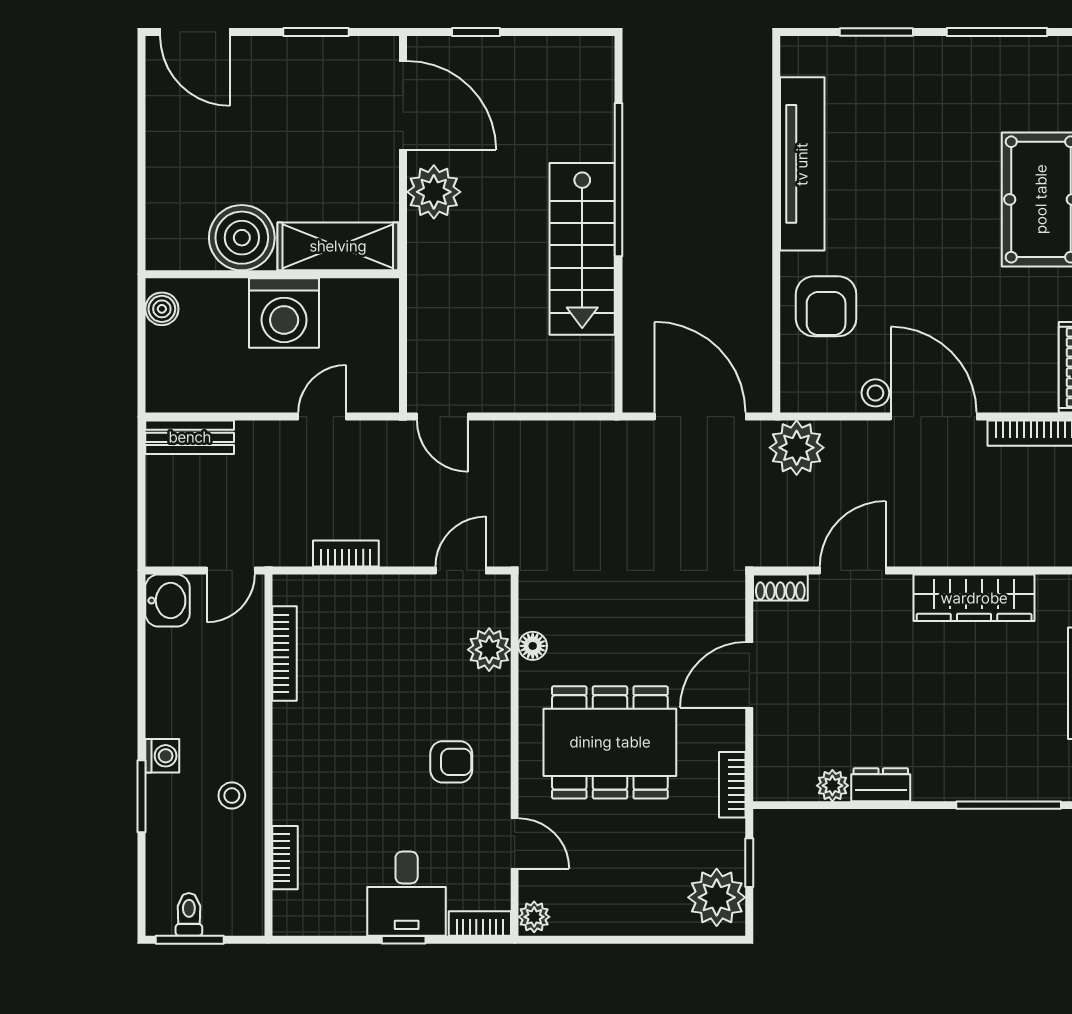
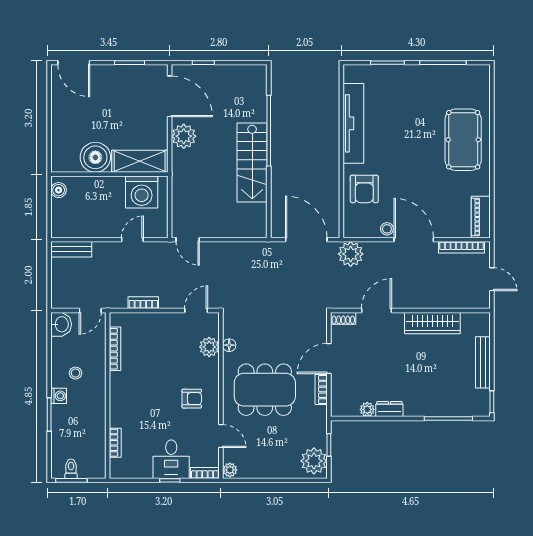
washing machine: (284, 313) -> (142, 192), moved
bookcase: (732, 785) -> (321, 389), moved
stool: (232, 796) -> (75, 373), moved

